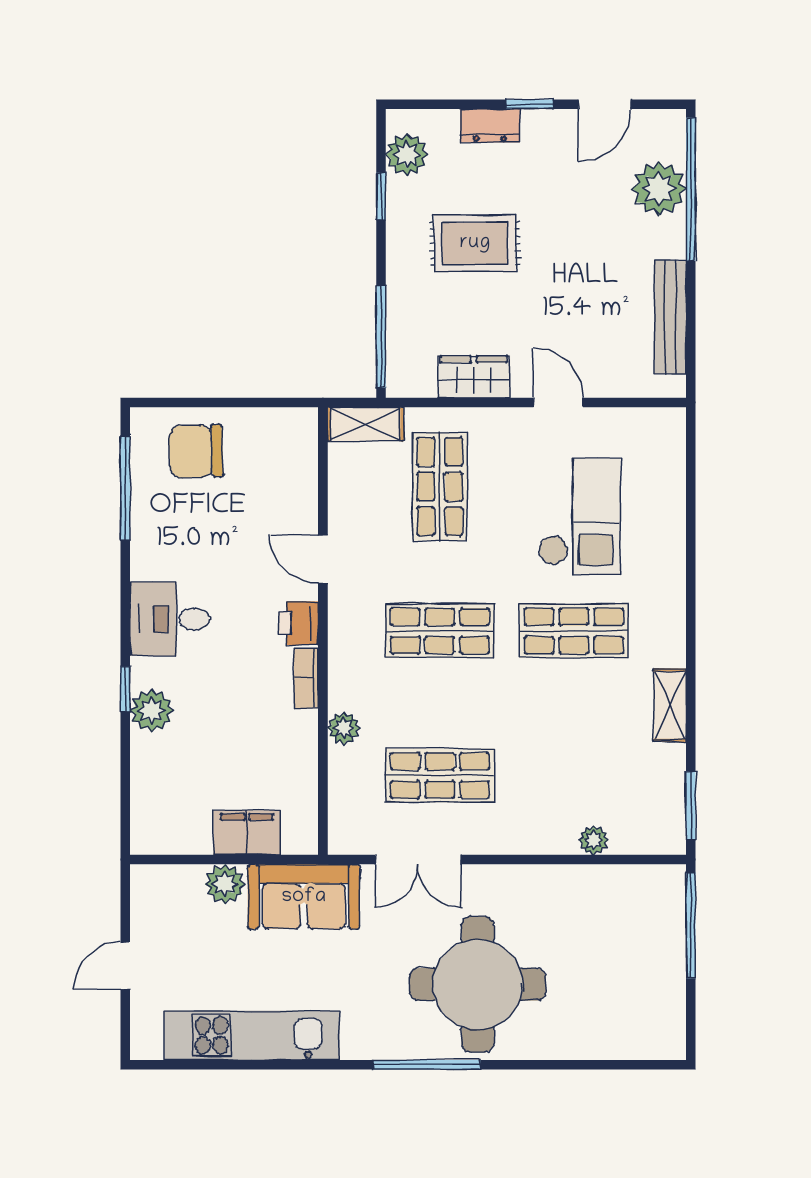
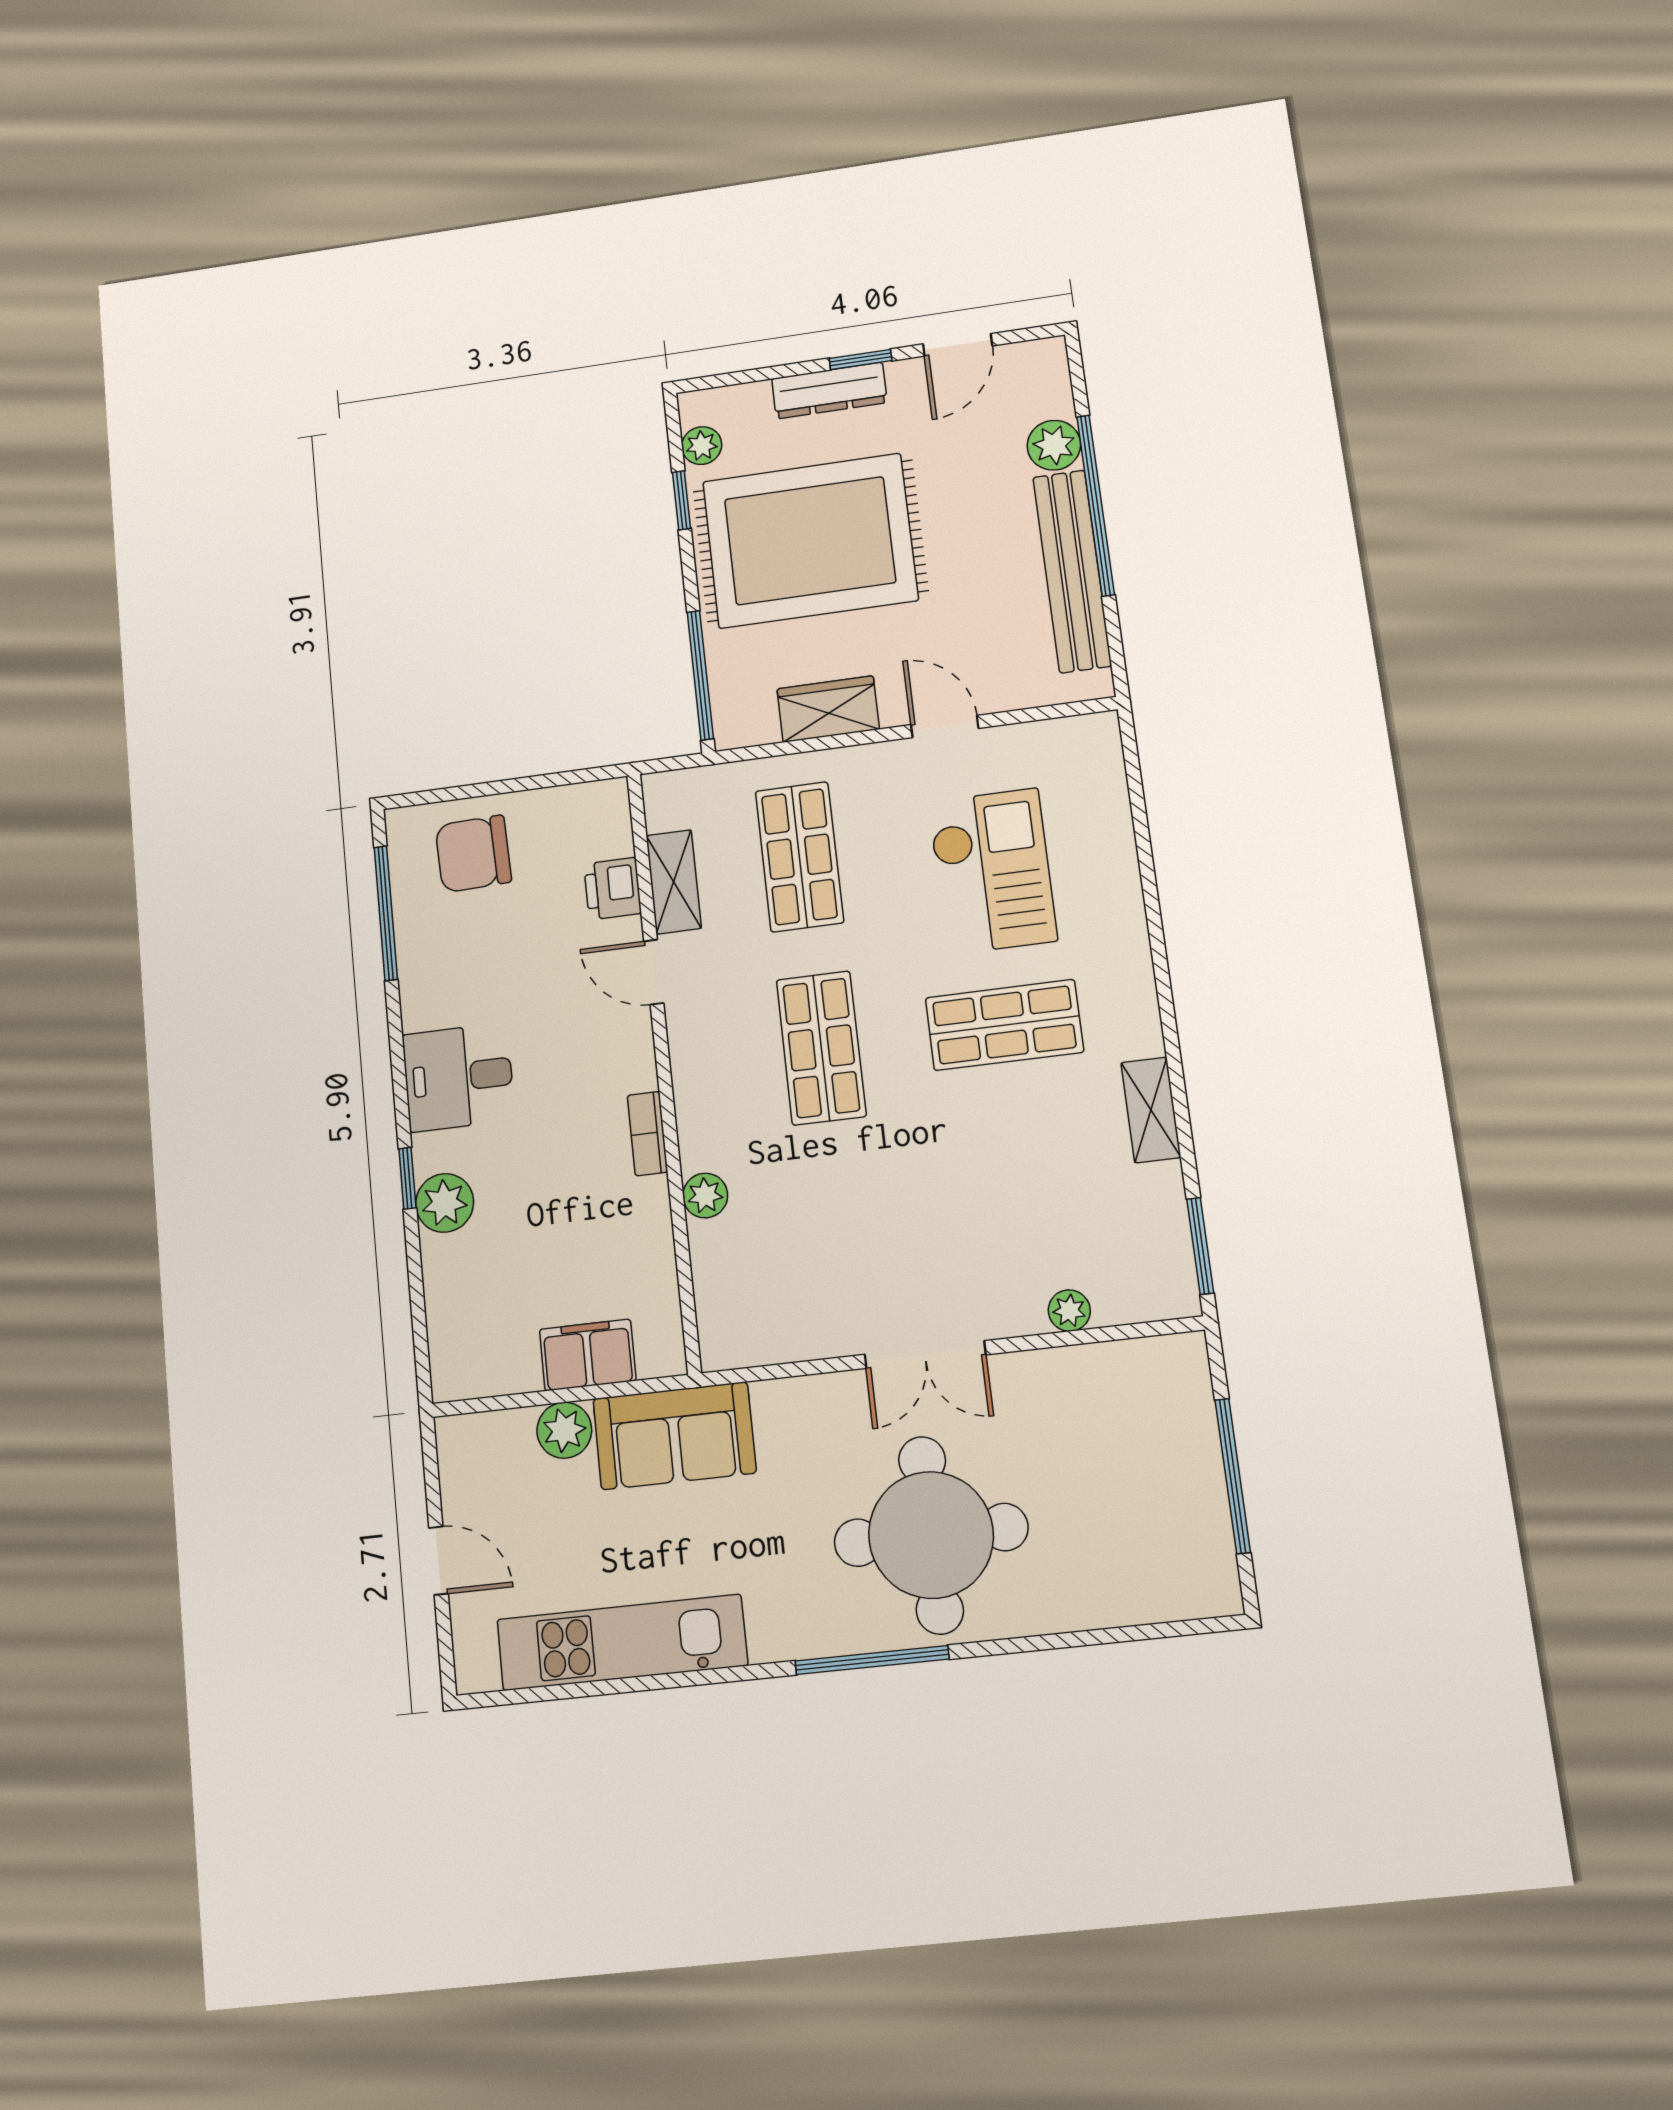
dresser: (490, 126) -> (829, 391), width x1.44
plant: (407, 155) -> (702, 446), width x0.73, depth x0.73
plant: (659, 188) -> (1054, 445), width x0.73, depth x0.73
window: (691, 189) -> (1096, 505), moved
rug: (475, 243) -> (810, 541), width x1.86, depth x2.06
bench: (670, 317) -> (1072, 571), width x1.37, depth x1.21
shelving: (365, 424) -> (674, 882), moved, turned 90
printer: (298, 623) -> (613, 889), moved
shop shelf: (440, 631) -> (821, 1048), turned 90
shop shelf: (440, 775) -> (844, 1245), removed
double door: (418, 859) -> (925, 1355), moved
window: (691, 925) -> (1233, 1476), moved
door: (125, 966) -> (439, 1561), swing flipped

